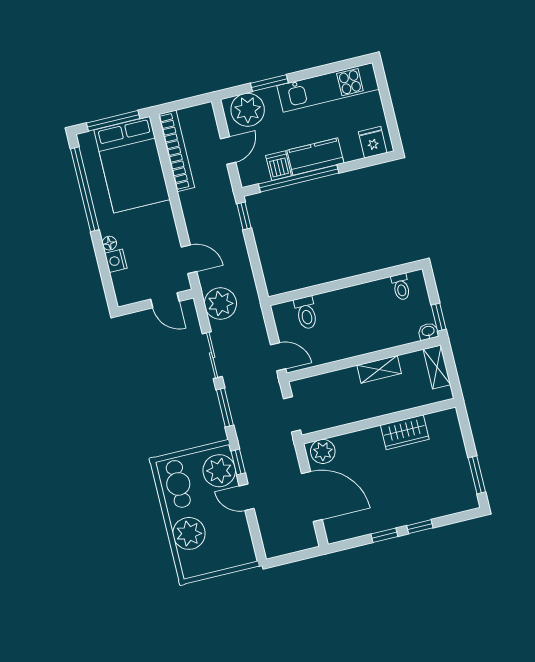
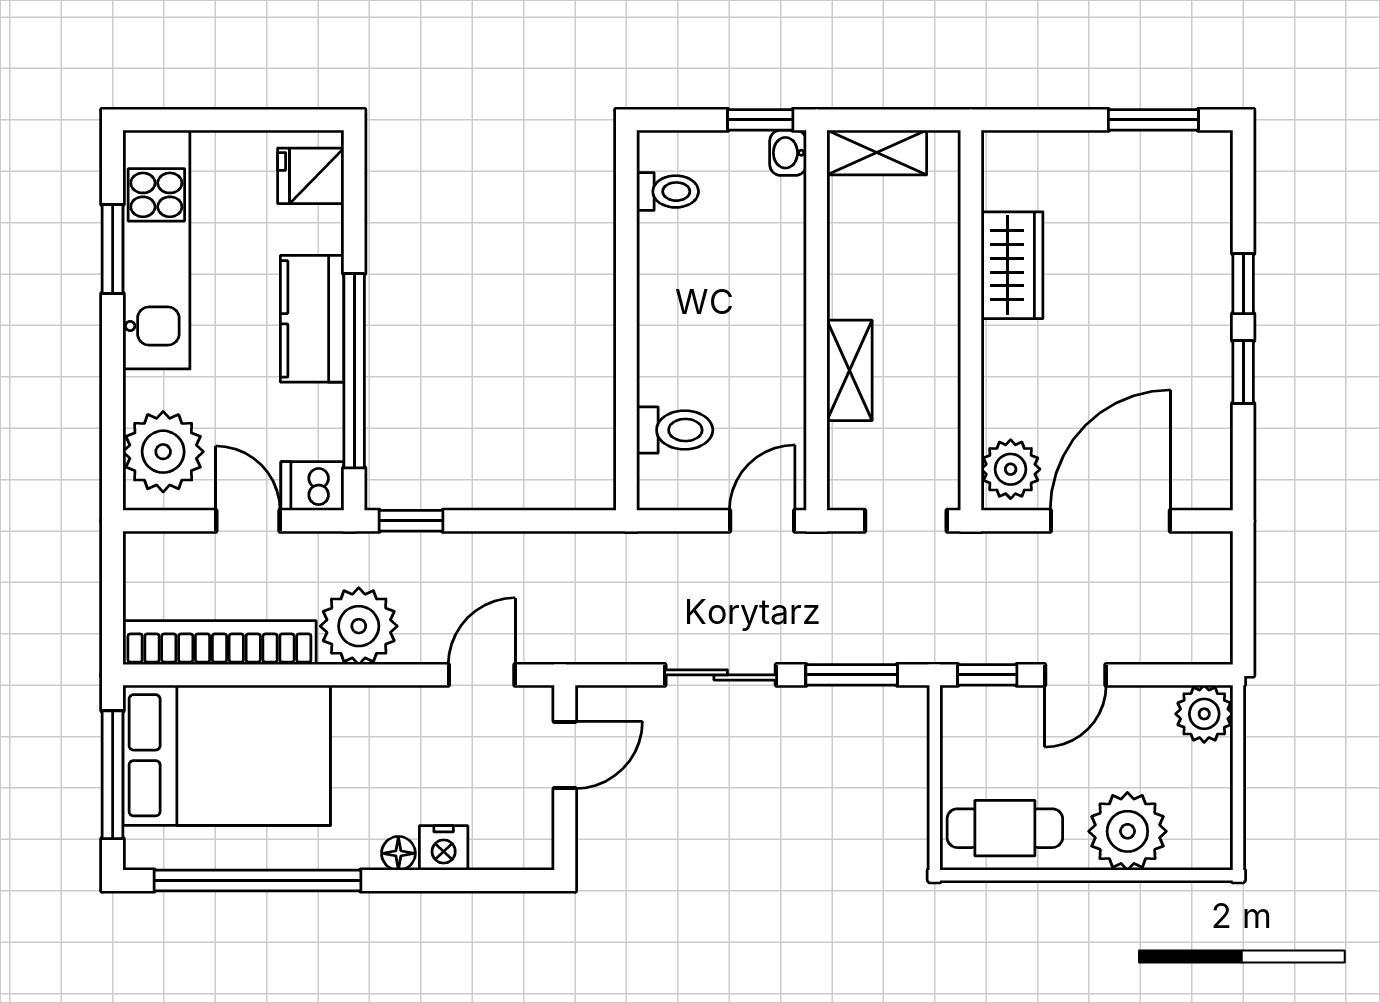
window: (269, 83) -> (113, 249), moved
dishwasher: (279, 166) -> (312, 486), moved
plant: (220, 303) -> (359, 626), moved
shelving: (379, 369) -> (849, 370), moved
plant: (219, 471) -> (1204, 714), moved, width x0.73, depth x0.73

